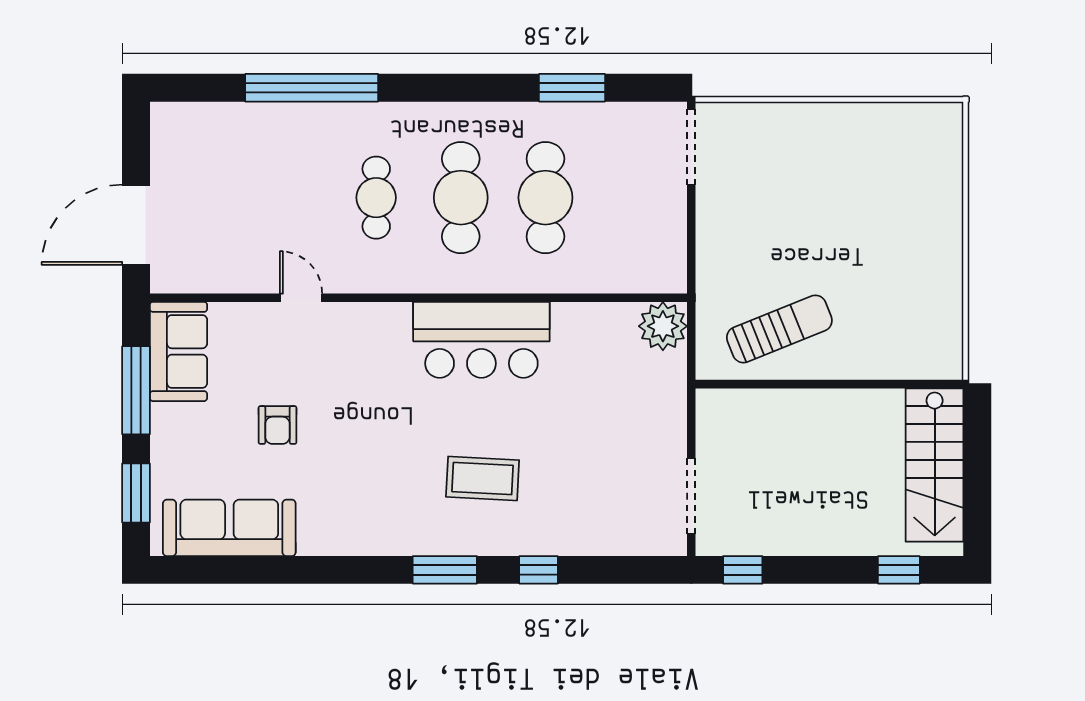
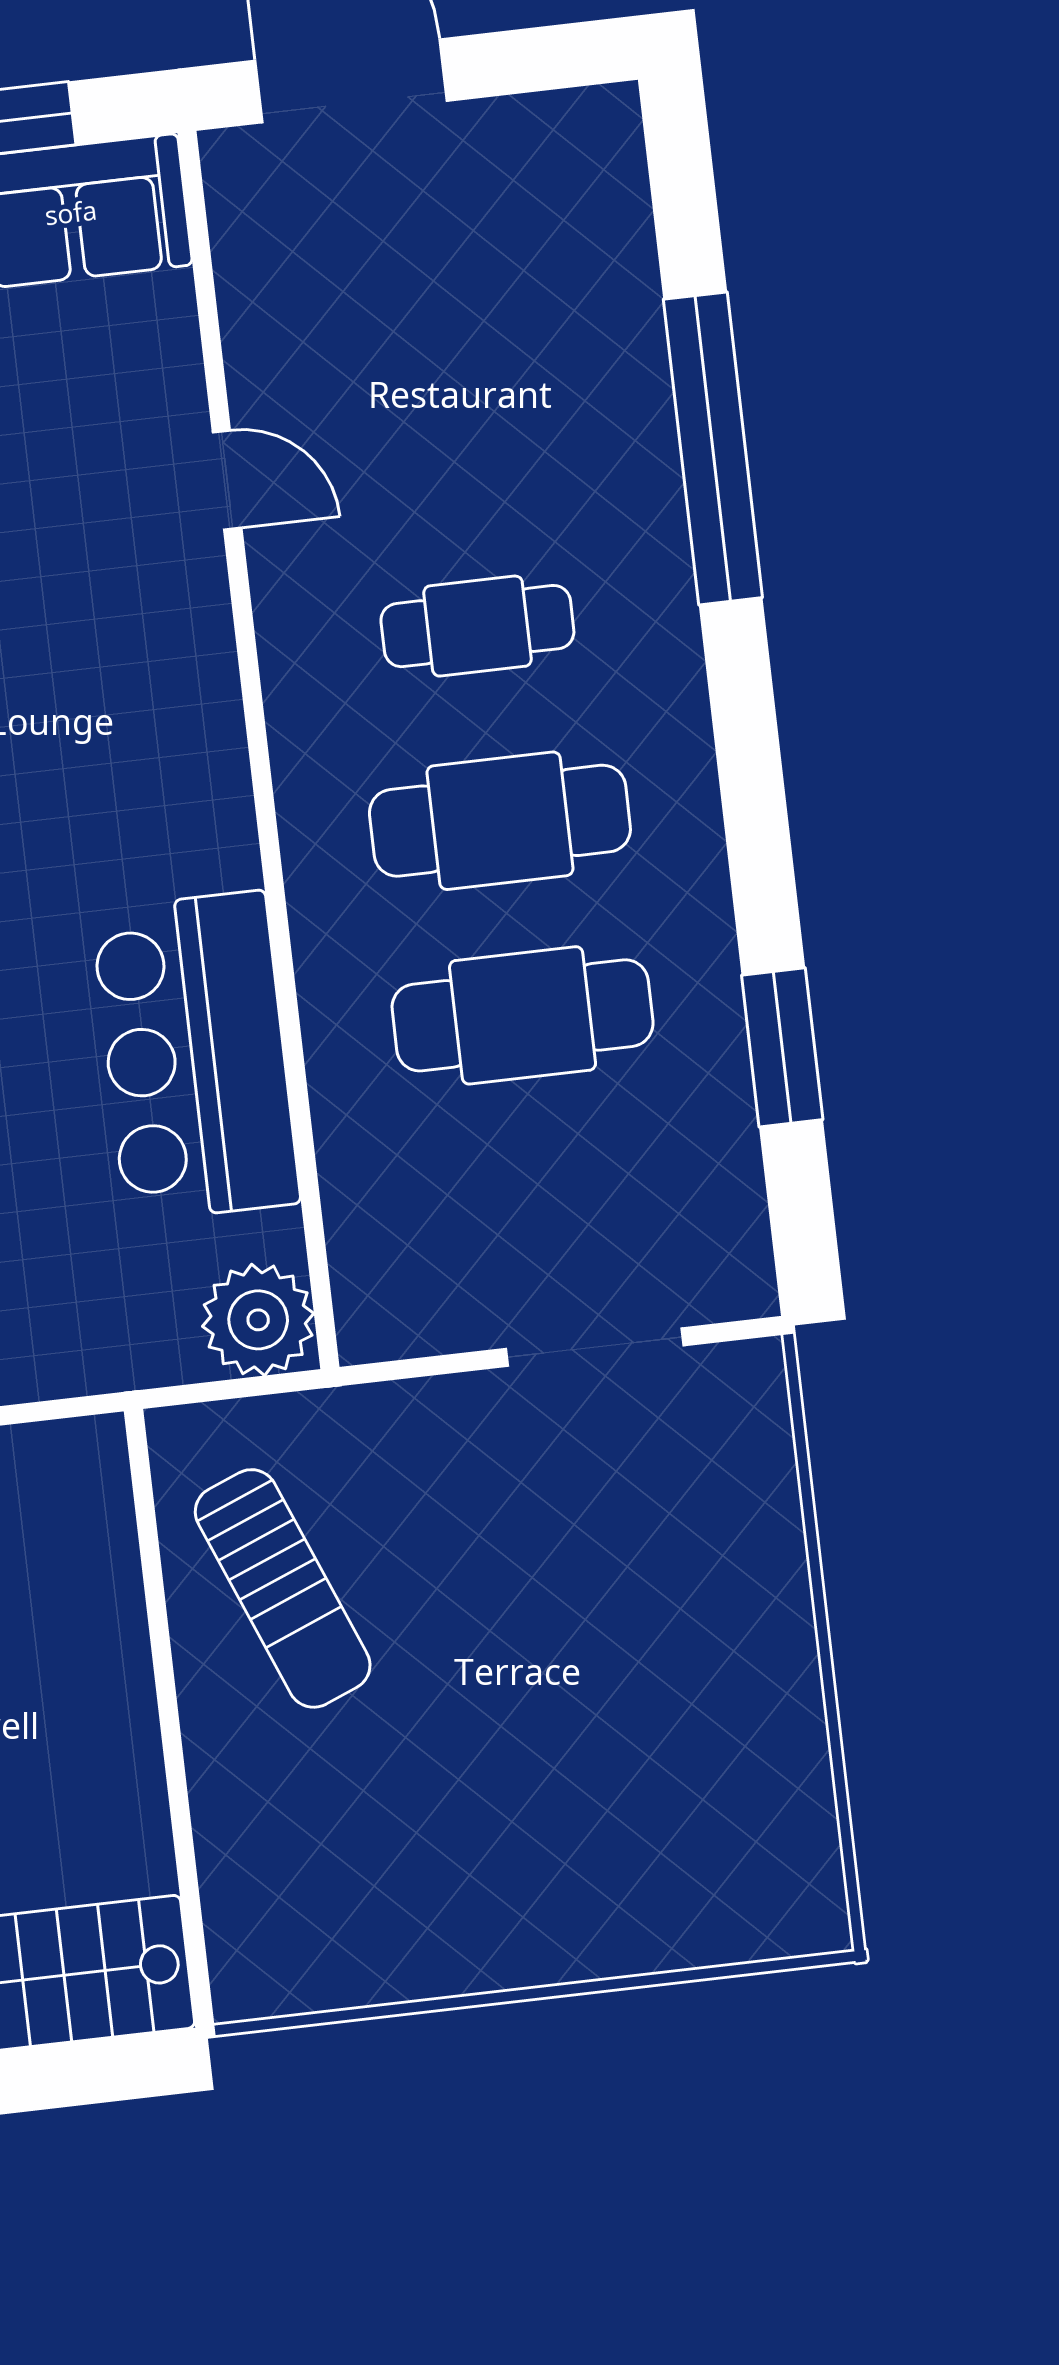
doorway: (691, 147) -> (595, 1347), moved
door: (301, 298) -> (227, 480), hinge flipped
bar counter: (481, 340) -> (196, 1056), moved

